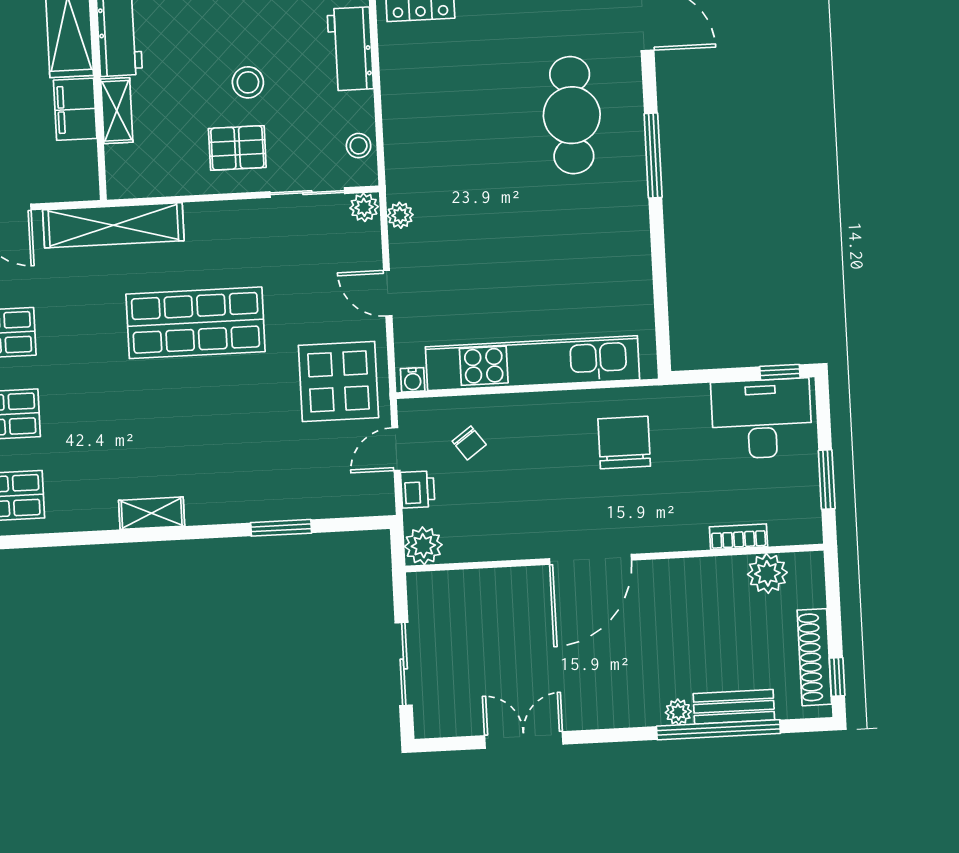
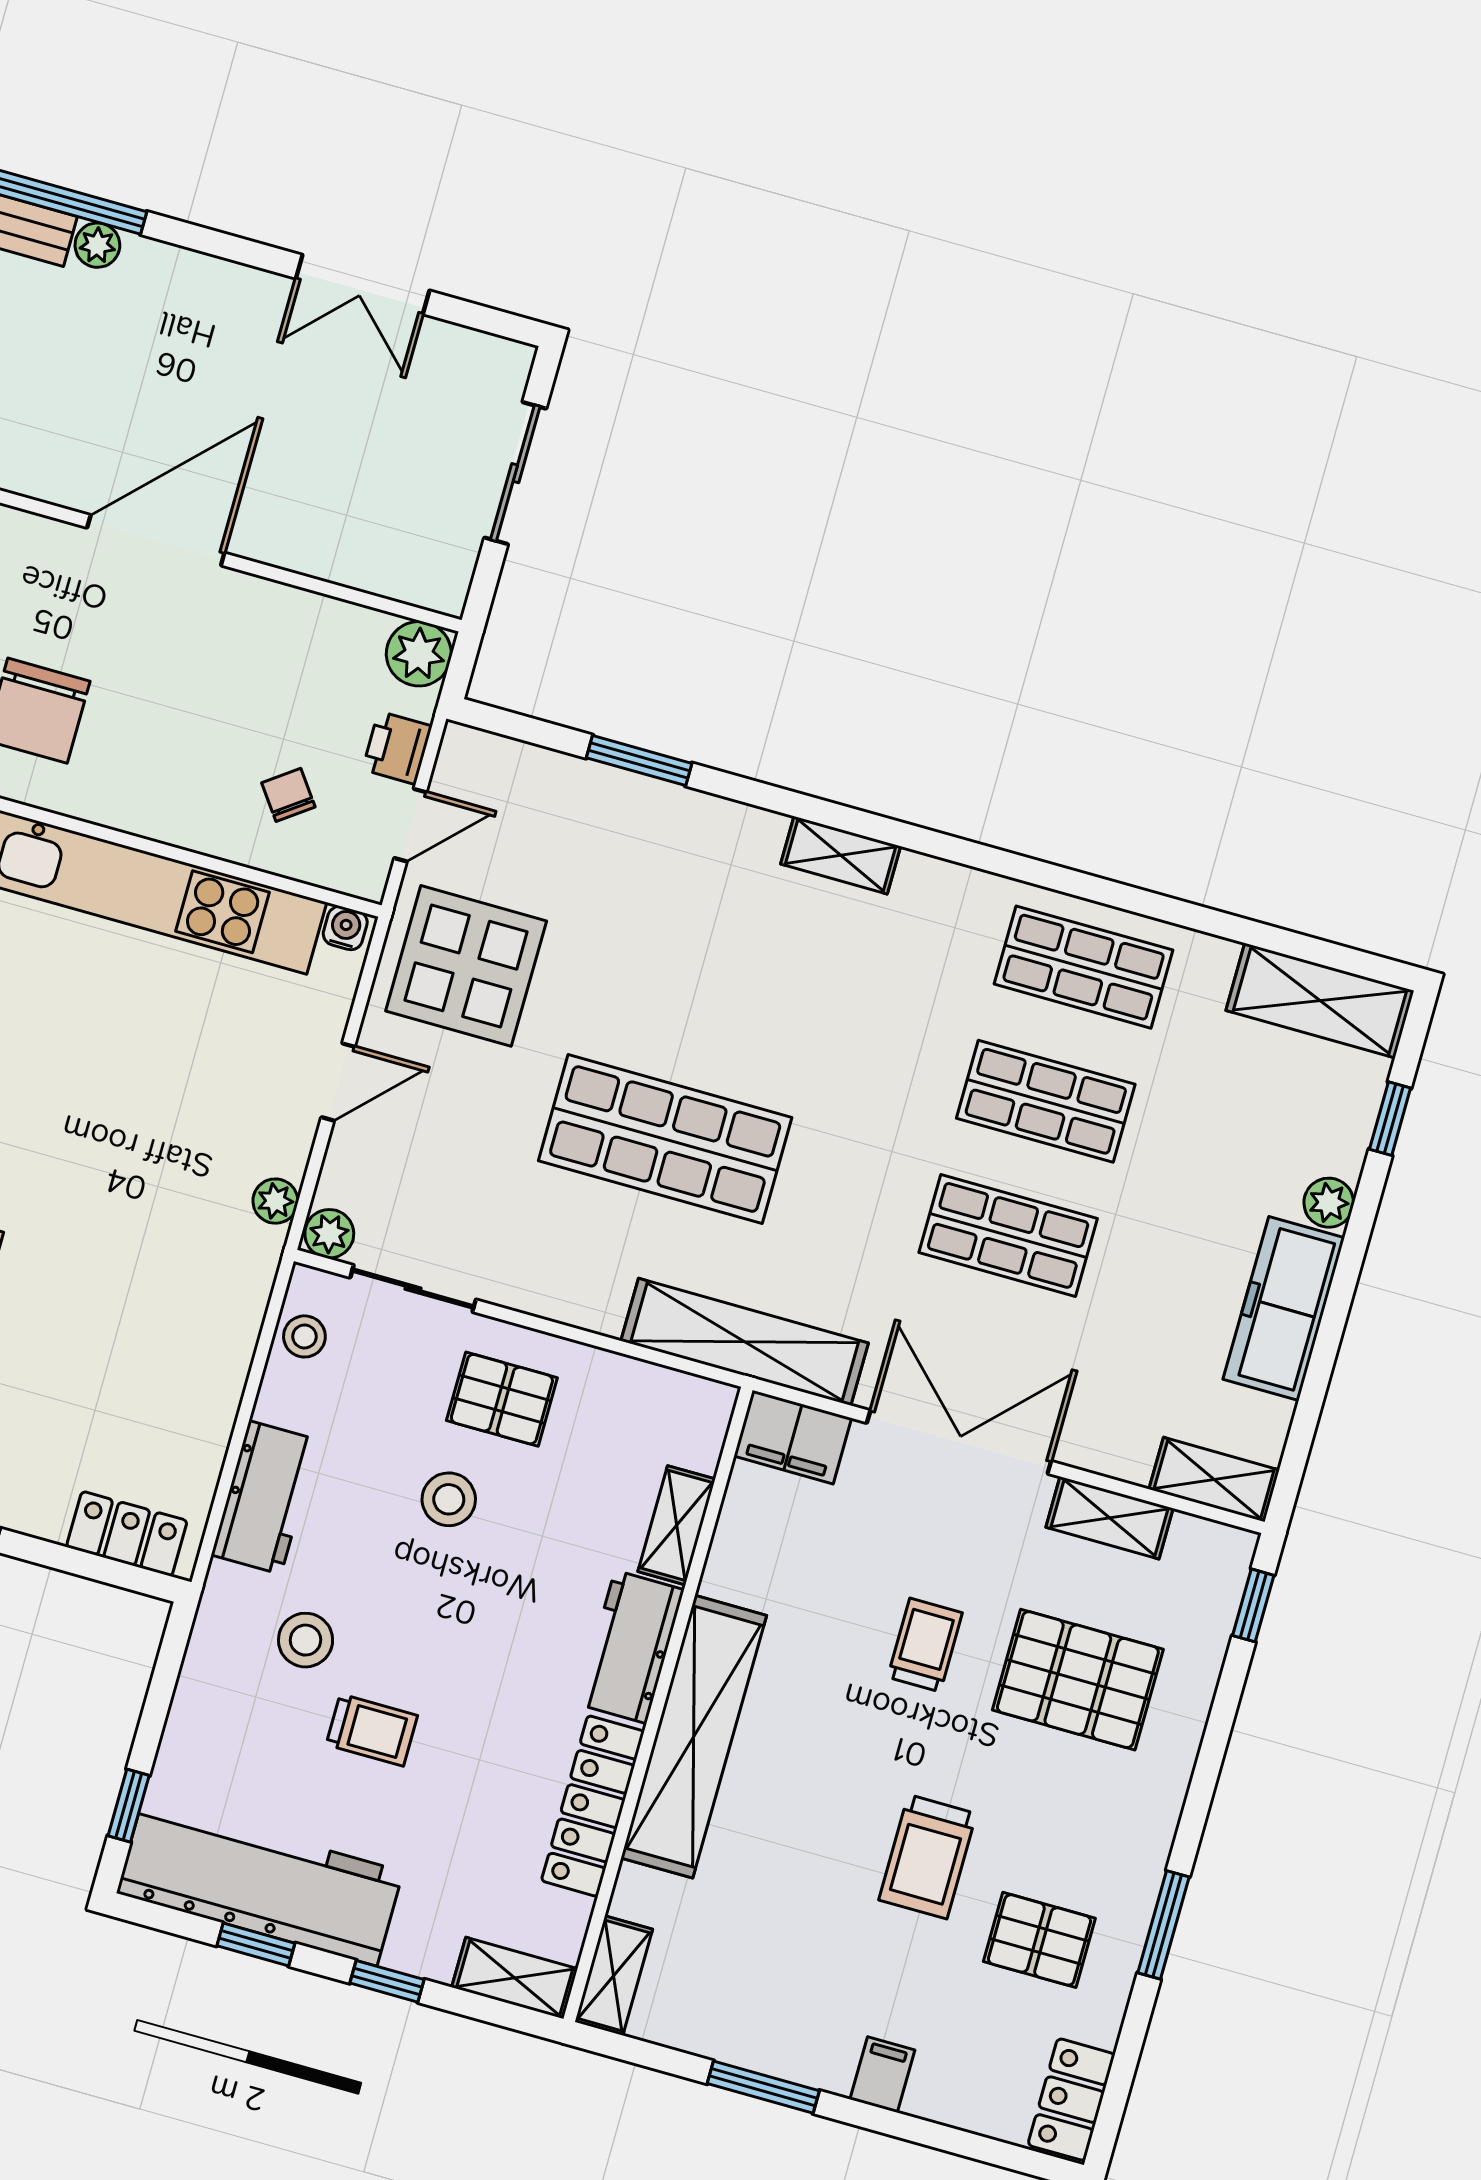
filing cabinet: (75, 109) -> (793, 1437), moved, turned 90
door: (388, 293) -> (338, 1082), hinge flipped

